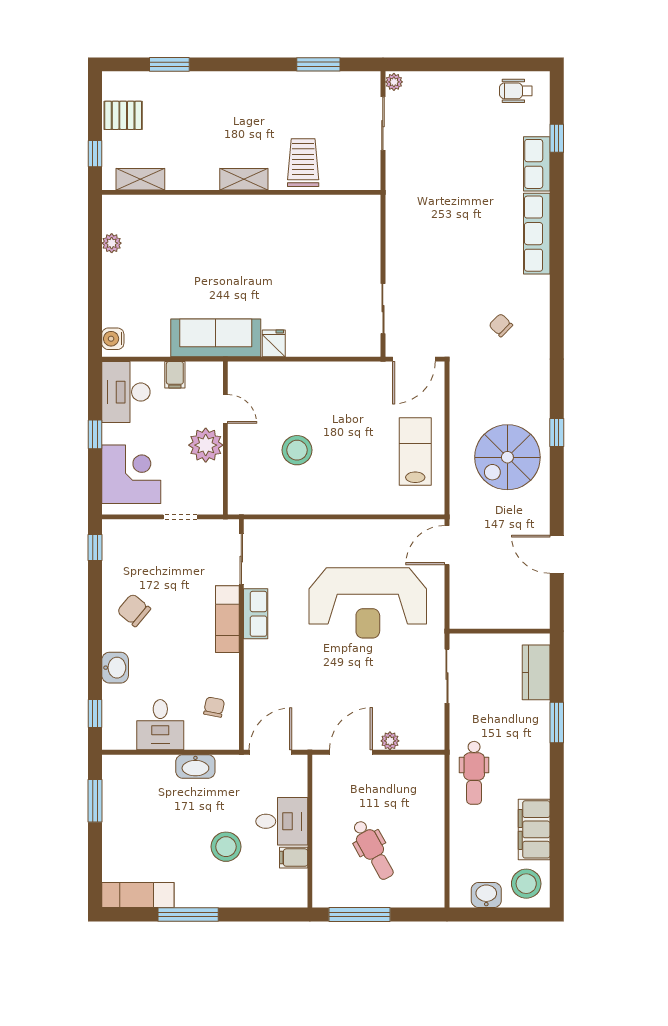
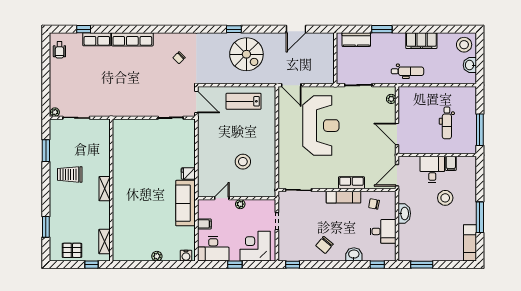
pallet: (123, 115) -> (72, 250), turned 90
trolley: (303, 163) -> (70, 174), moved
plant: (112, 243) -> (157, 256), moved
plant: (206, 445) -> (240, 204), width x0.53, depth x0.53
row of seats: (256, 614) -> (351, 183), moved
exam couch: (227, 619) -> (344, 197), moved
plant: (390, 741) -> (391, 99), moved
door: (270, 752) -> (397, 175), hinge flipped
filing cabinet: (534, 829) -> (421, 41), moved
dental chair: (373, 850) -> (447, 123), turned 119

